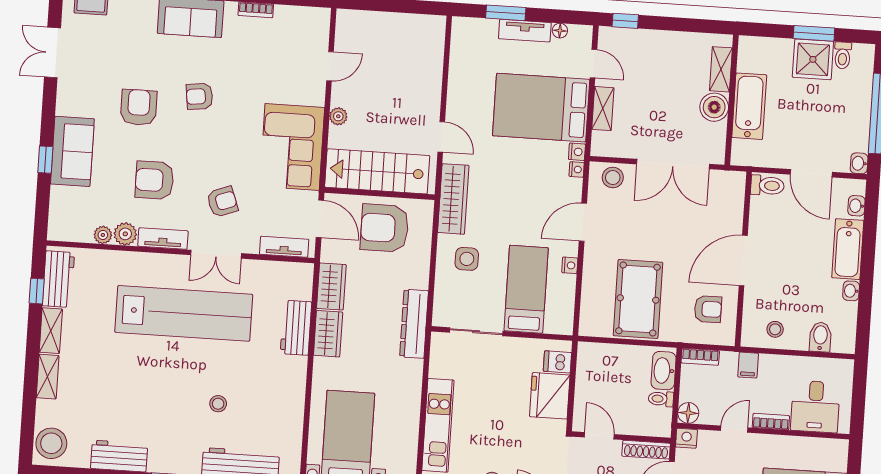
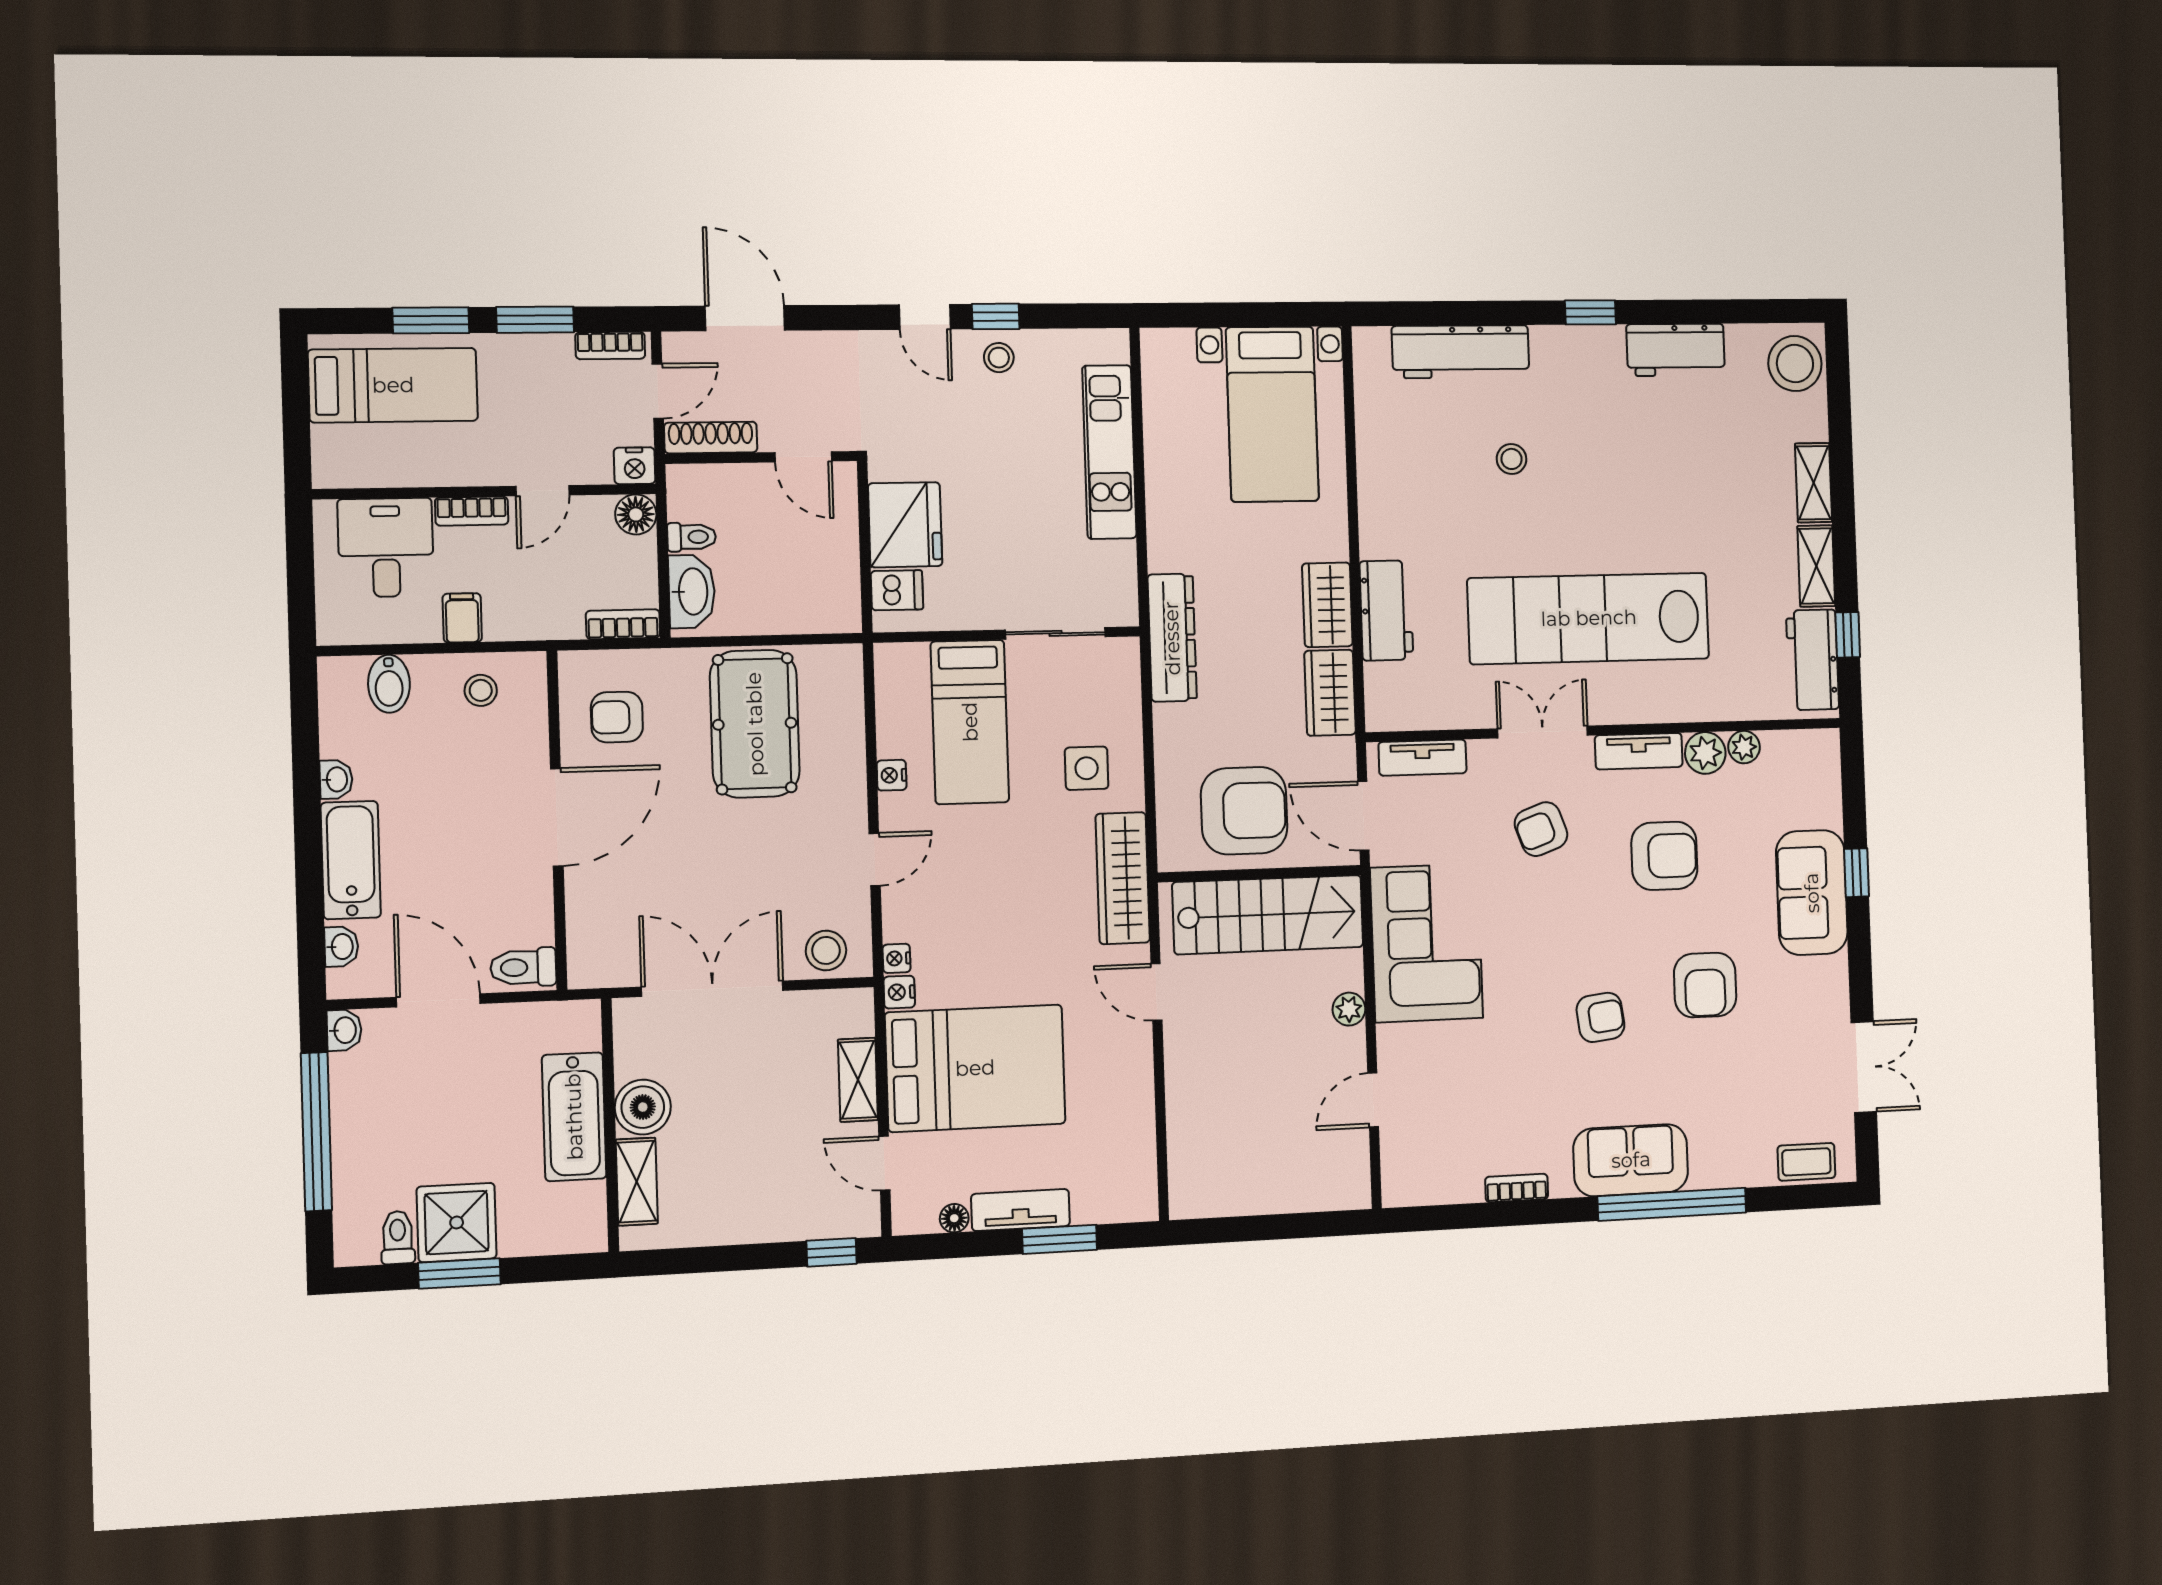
door: (583, 222) -> (875, 859), width x0.73
filing cabinet: (748, 365) -> (462, 618), moved

